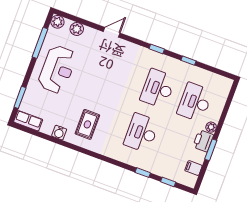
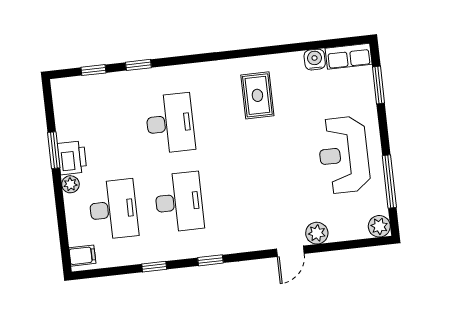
plant: (77, 29) -> (317, 233), moved
water cooler: (59, 133) -> (315, 60), moved
filing cabinet: (193, 168) -> (82, 256), moved

